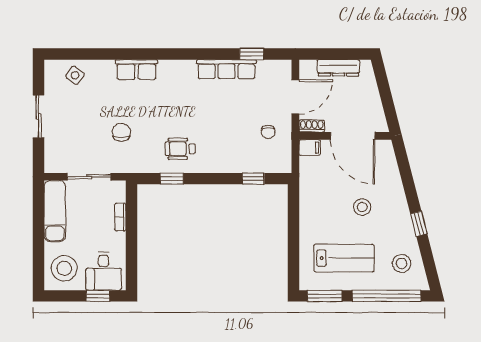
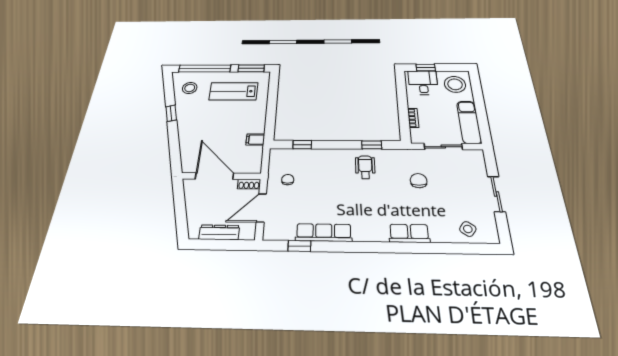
chair: (121, 132) -> (419, 181), turned 180
filing cabinet: (310, 148) -> (255, 140), moved
wheelchair: (180, 149) -> (365, 167), turned -90
stool: (362, 207) -> (214, 124), removed

